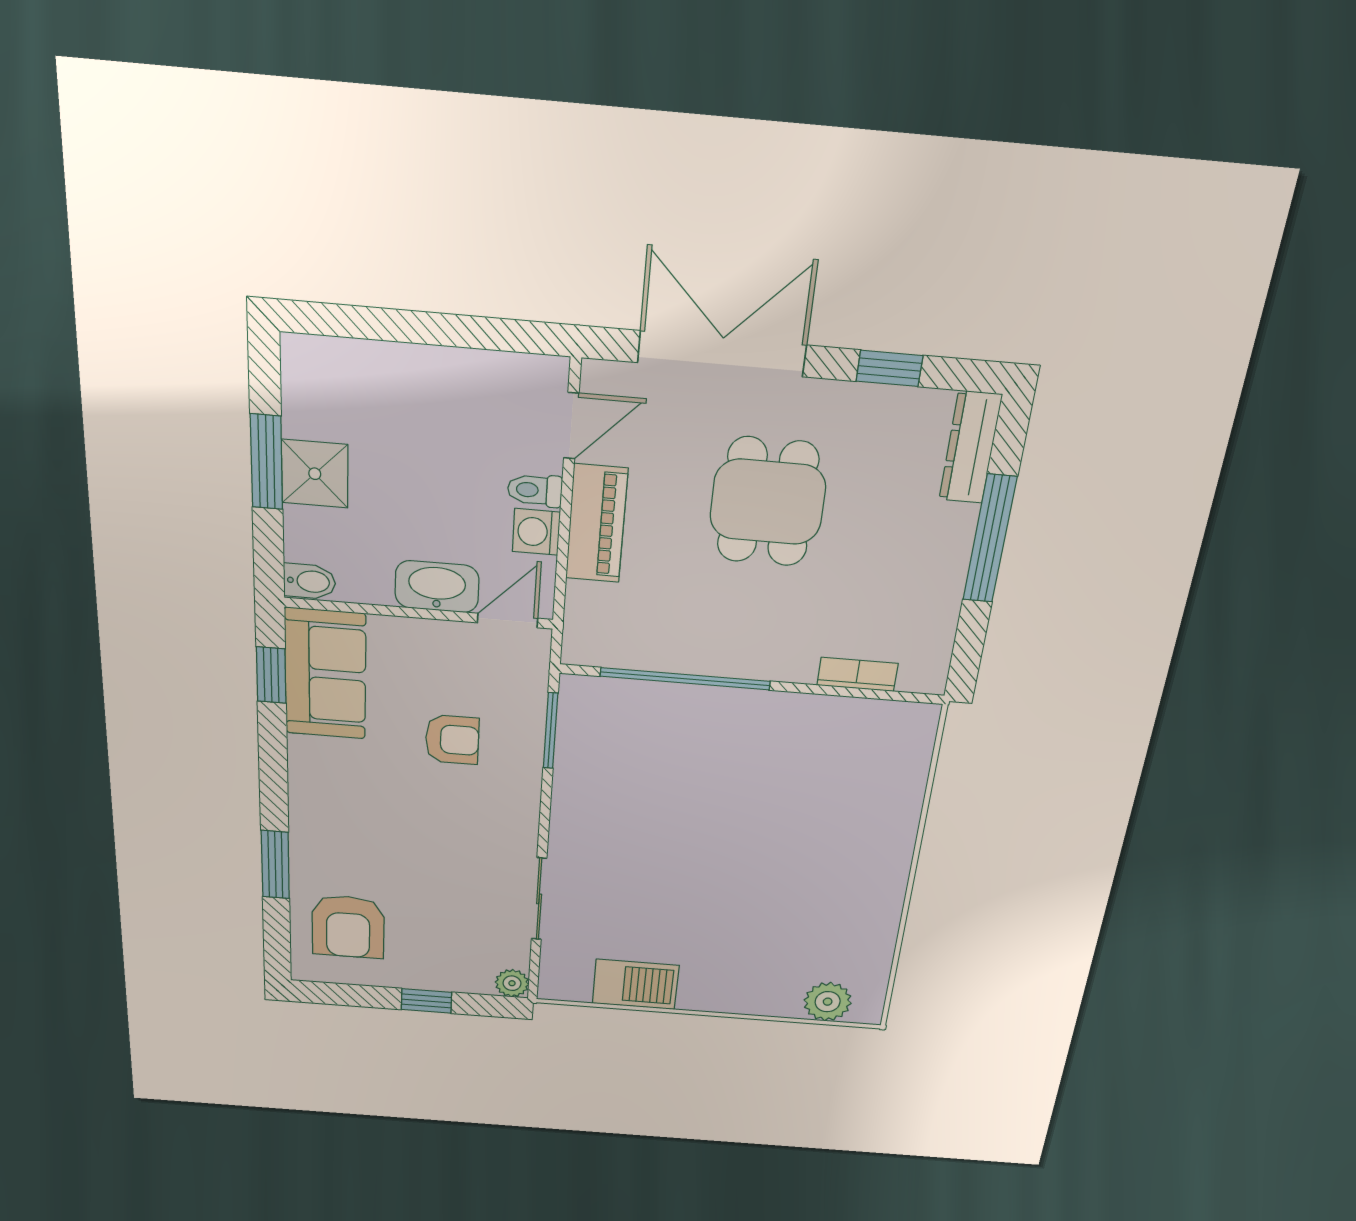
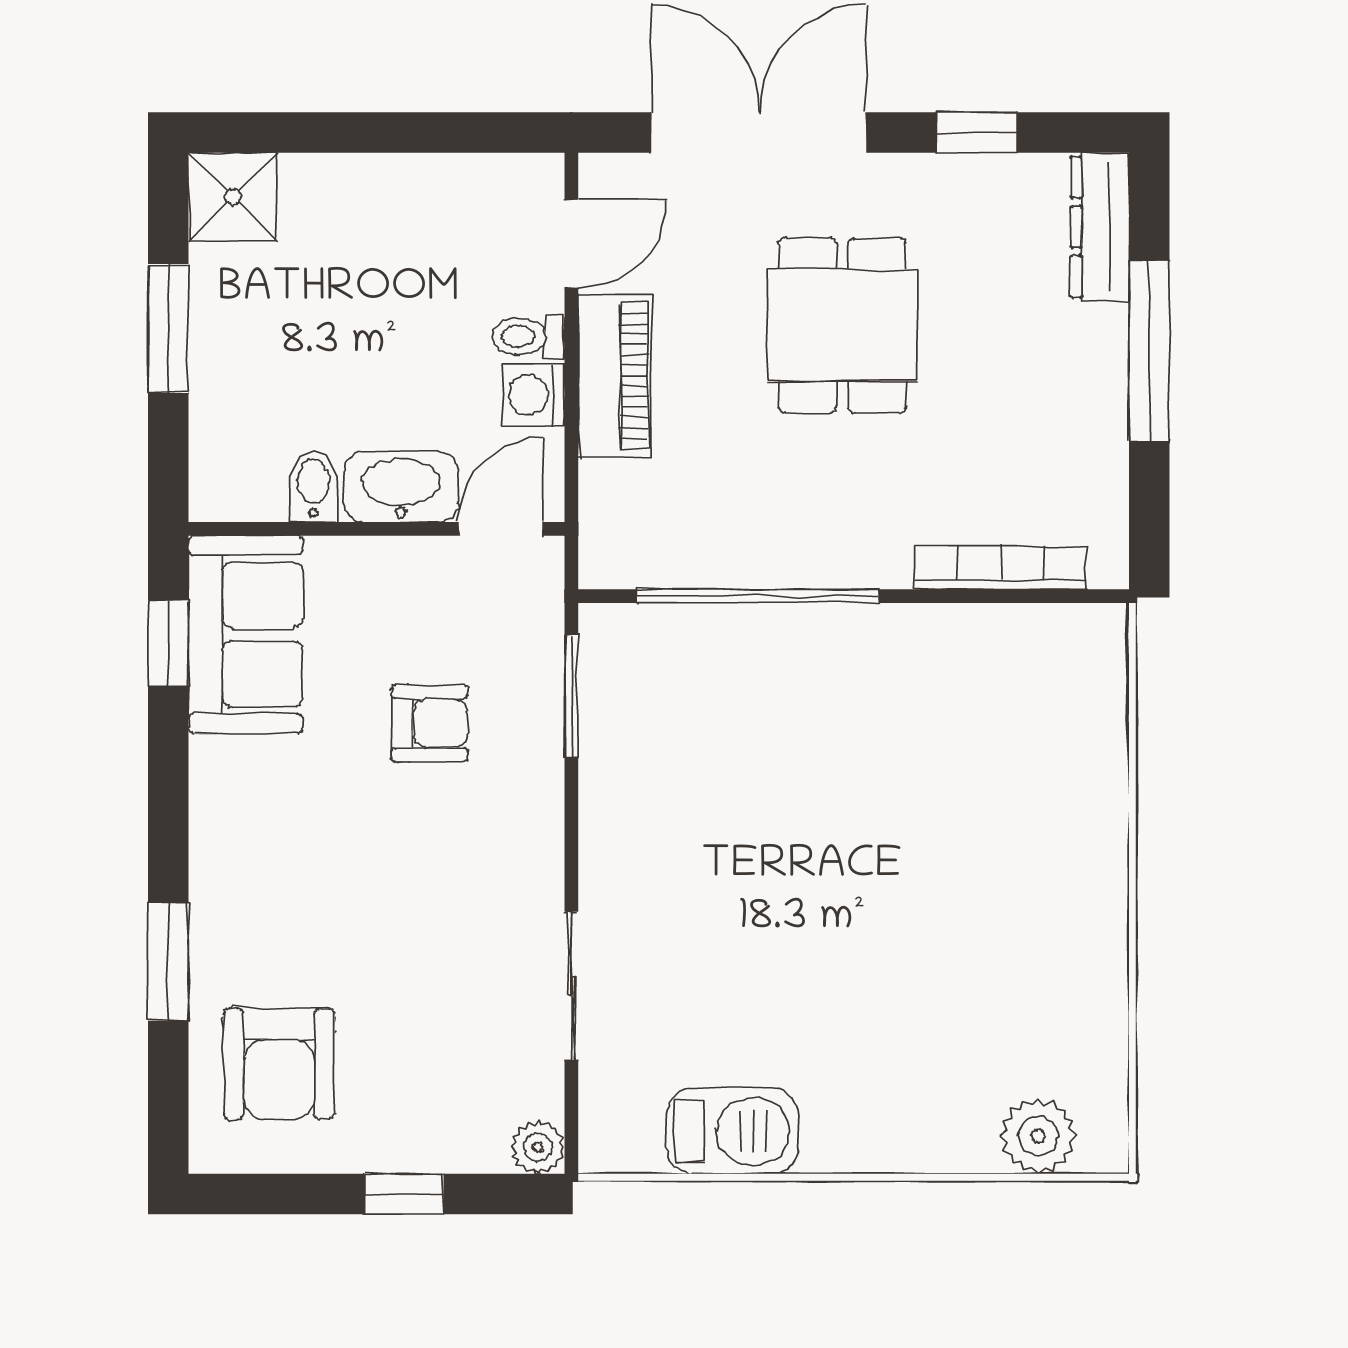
shower: (315, 474) -> (233, 197), moved
bidet: (310, 581) -> (313, 486), moved, turned -90
bookcase: (857, 674) -> (1000, 567), width x1.56

